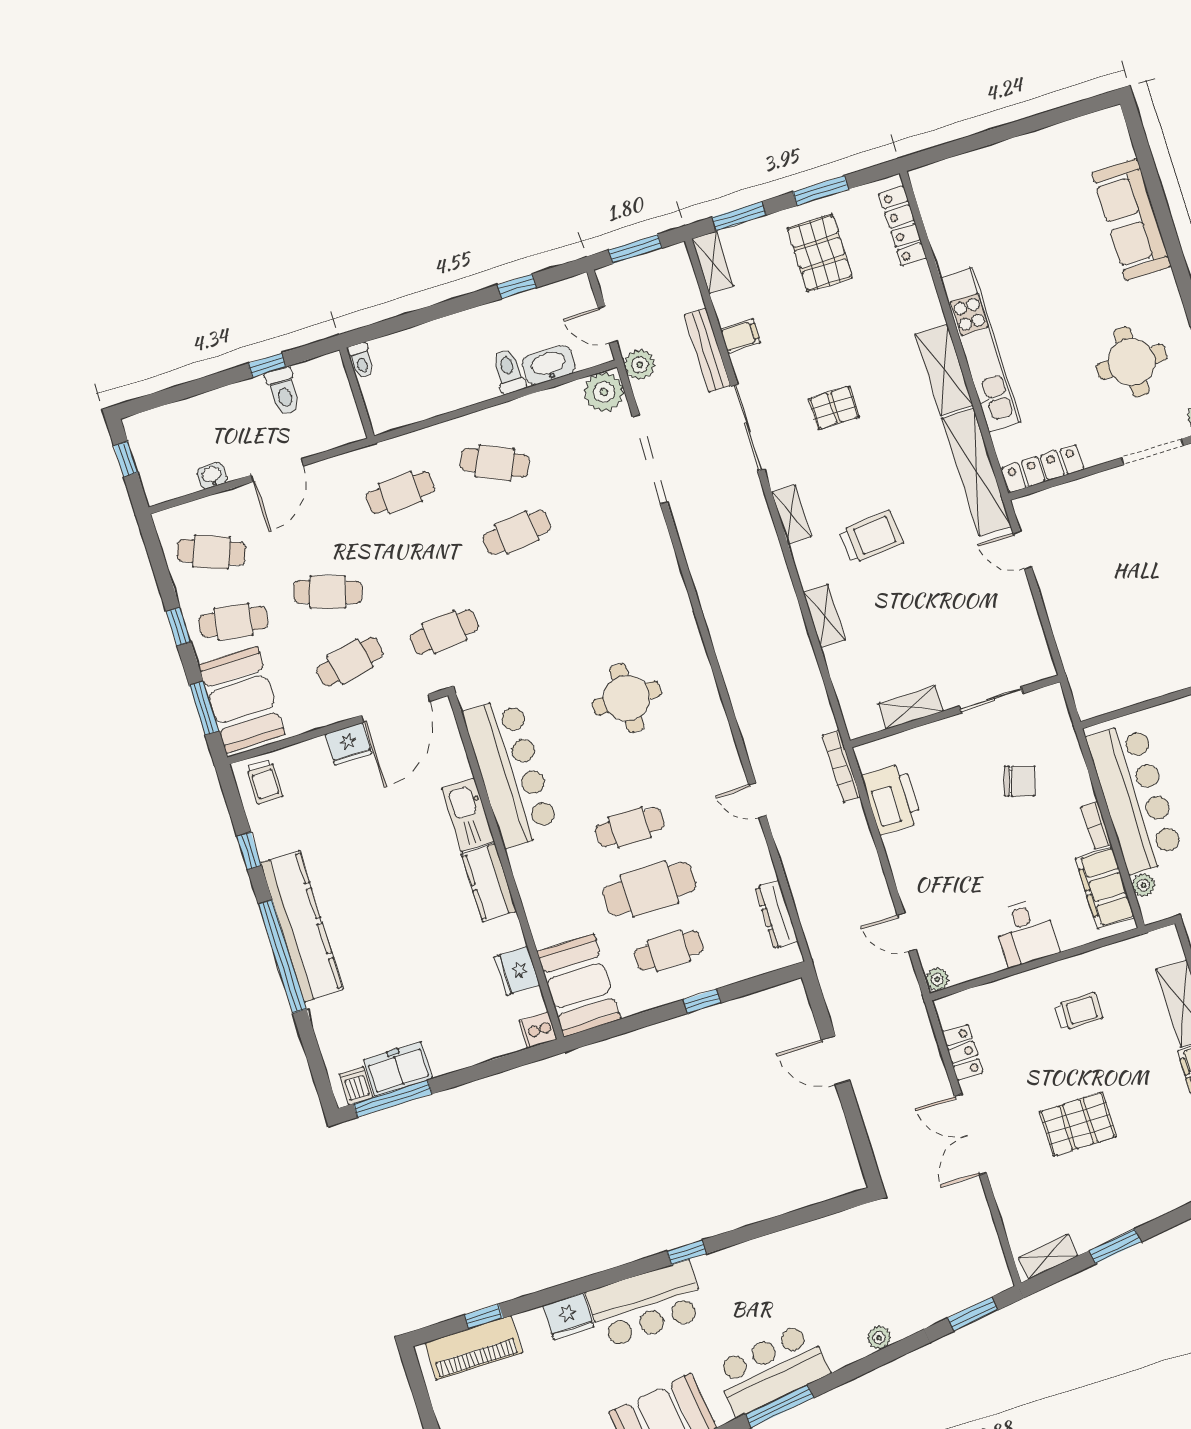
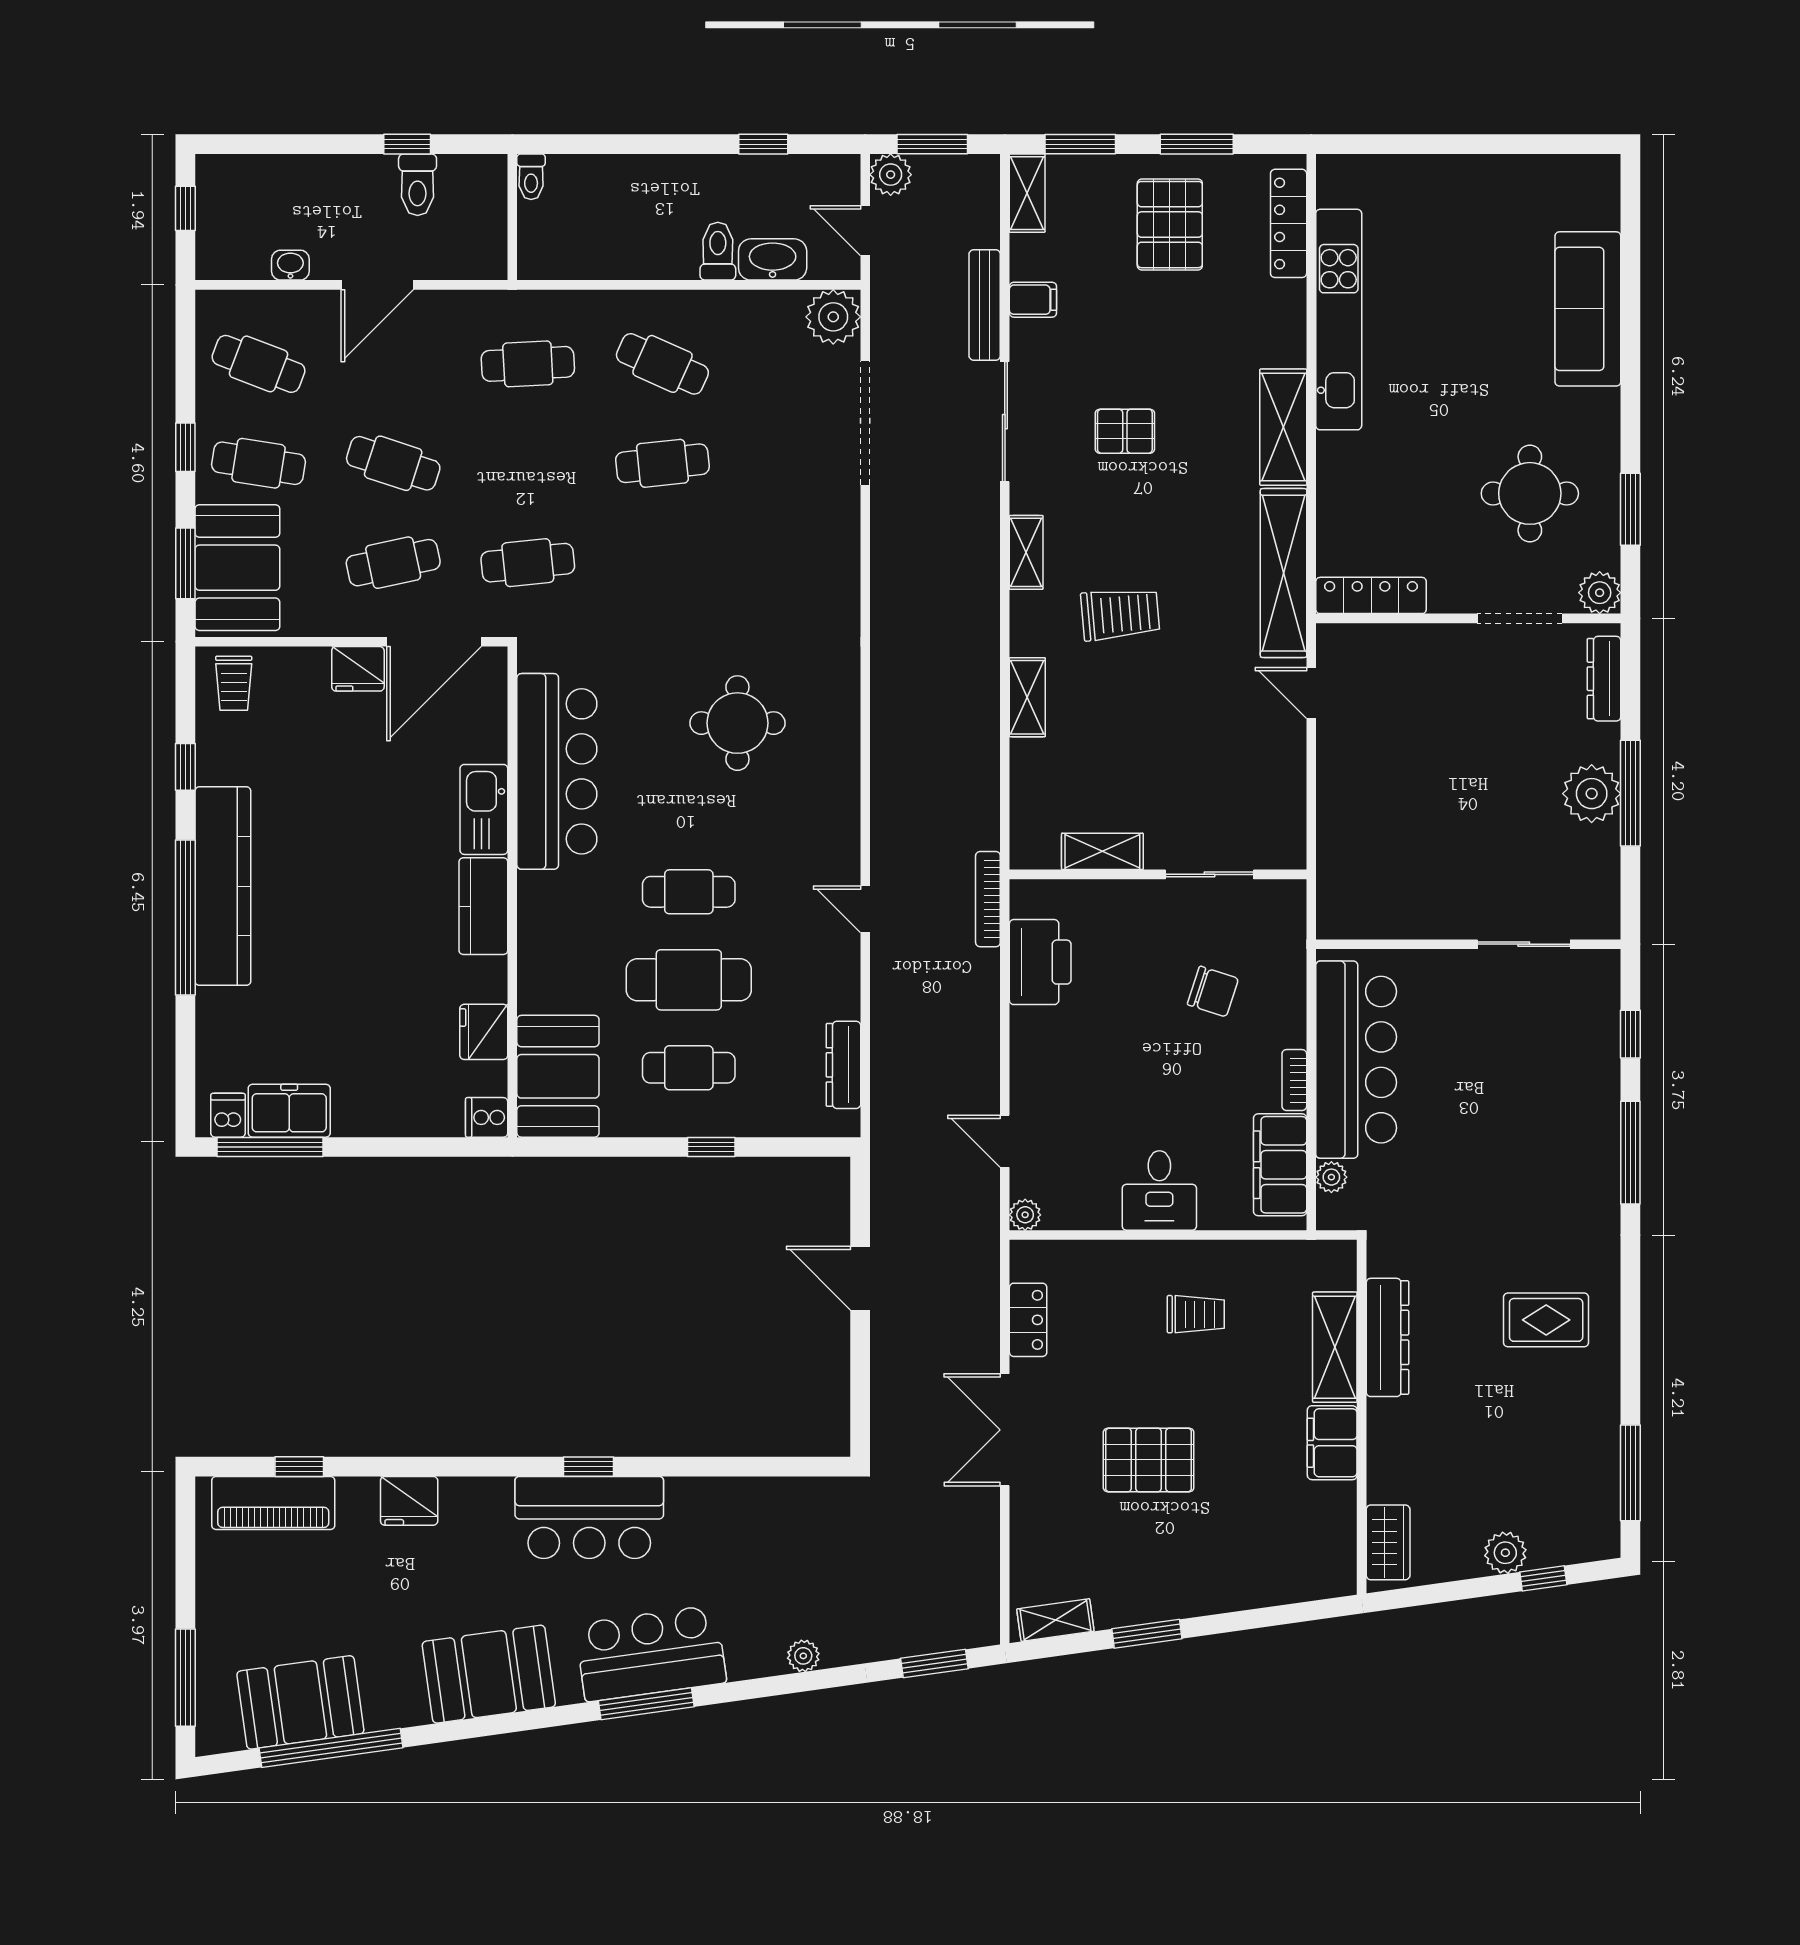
kitchen unit: (980, 350) -> (1339, 320), moved
plant: (640, 365) -> (891, 175), moved
bar counter: (646, 1304) -> (589, 1517), moved

